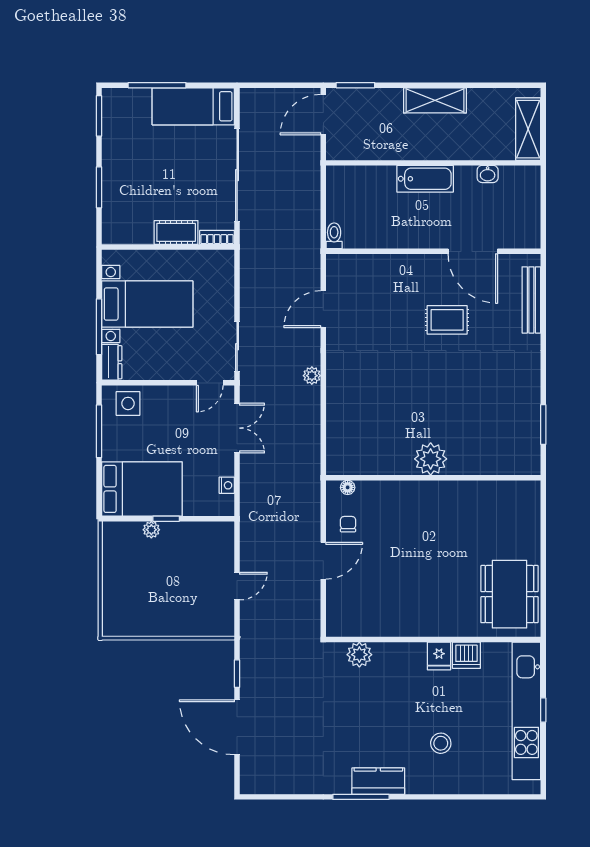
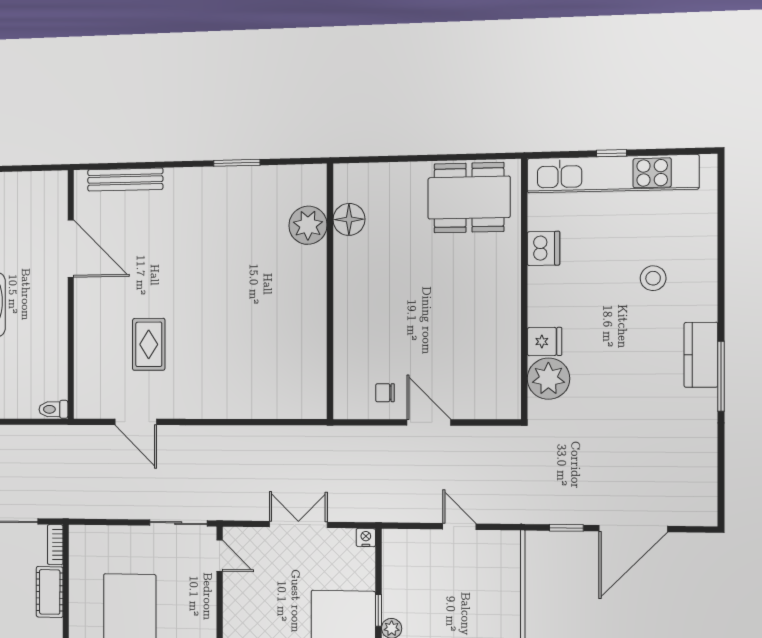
door: (473, 251) -> (71, 249), hinge flipped
rug: (447, 320) -> (149, 344), moved
plant: (312, 376) -> (211, 435), removed
window: (543, 425) -> (237, 163), moved
double door: (237, 428) -> (298, 525), moved
plant: (431, 459) -> (308, 225), moved
nightstand: (227, 485) -> (366, 538), moved
floor lamp: (348, 487) -> (349, 219), moved, width x1.89, depth x1.89
plant: (359, 655) -> (548, 379), width x1.36, depth x1.36
fridge: (439, 656) -> (545, 342), moved

